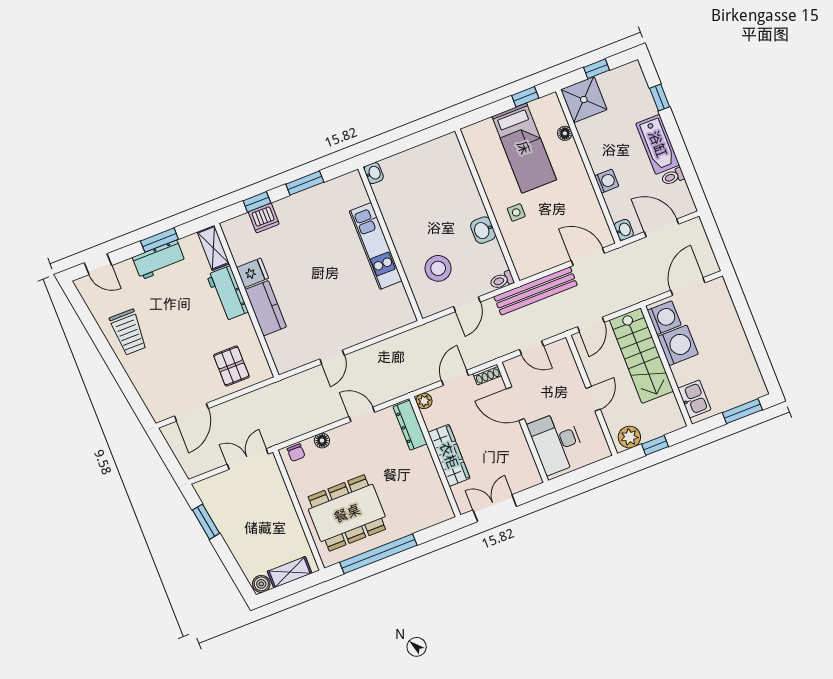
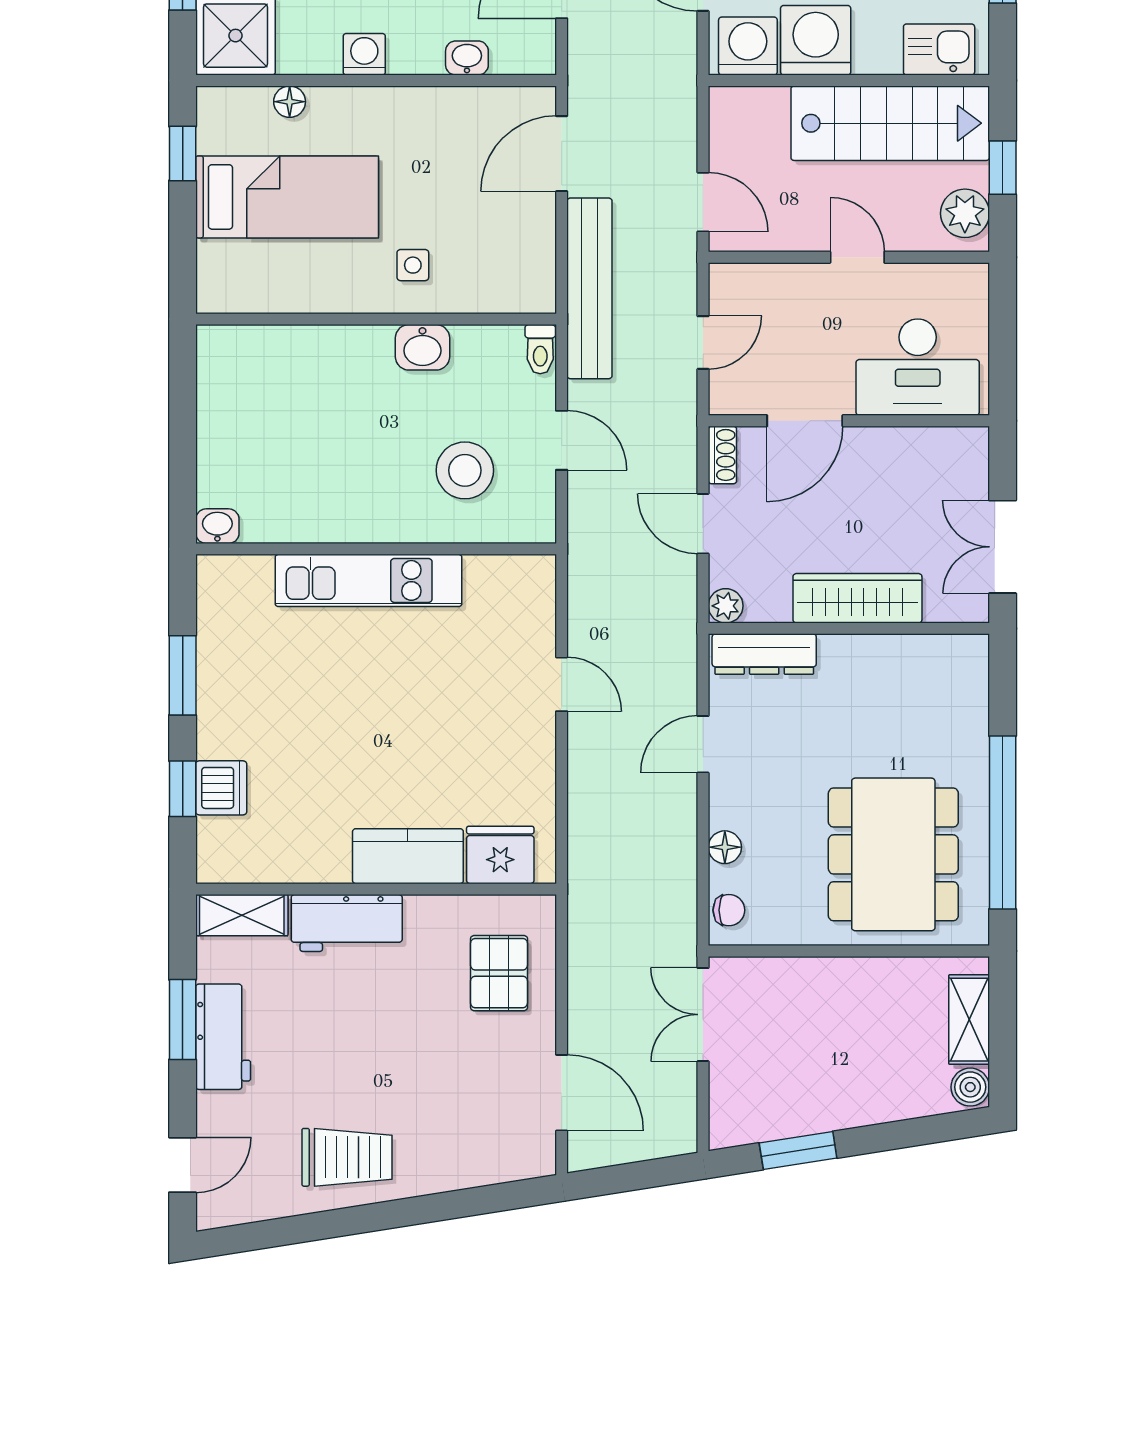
washing machine: (607, 181) -> (364, 54), moved
washbasin: (624, 230) -> (467, 58), moved
fridge: (253, 273) -> (500, 855), moved, width x1.38
stairs: (641, 356) -> (890, 123), moved
door: (332, 357) -> (562, 684), moved
pallet: (231, 366) -> (499, 973), turned 90

